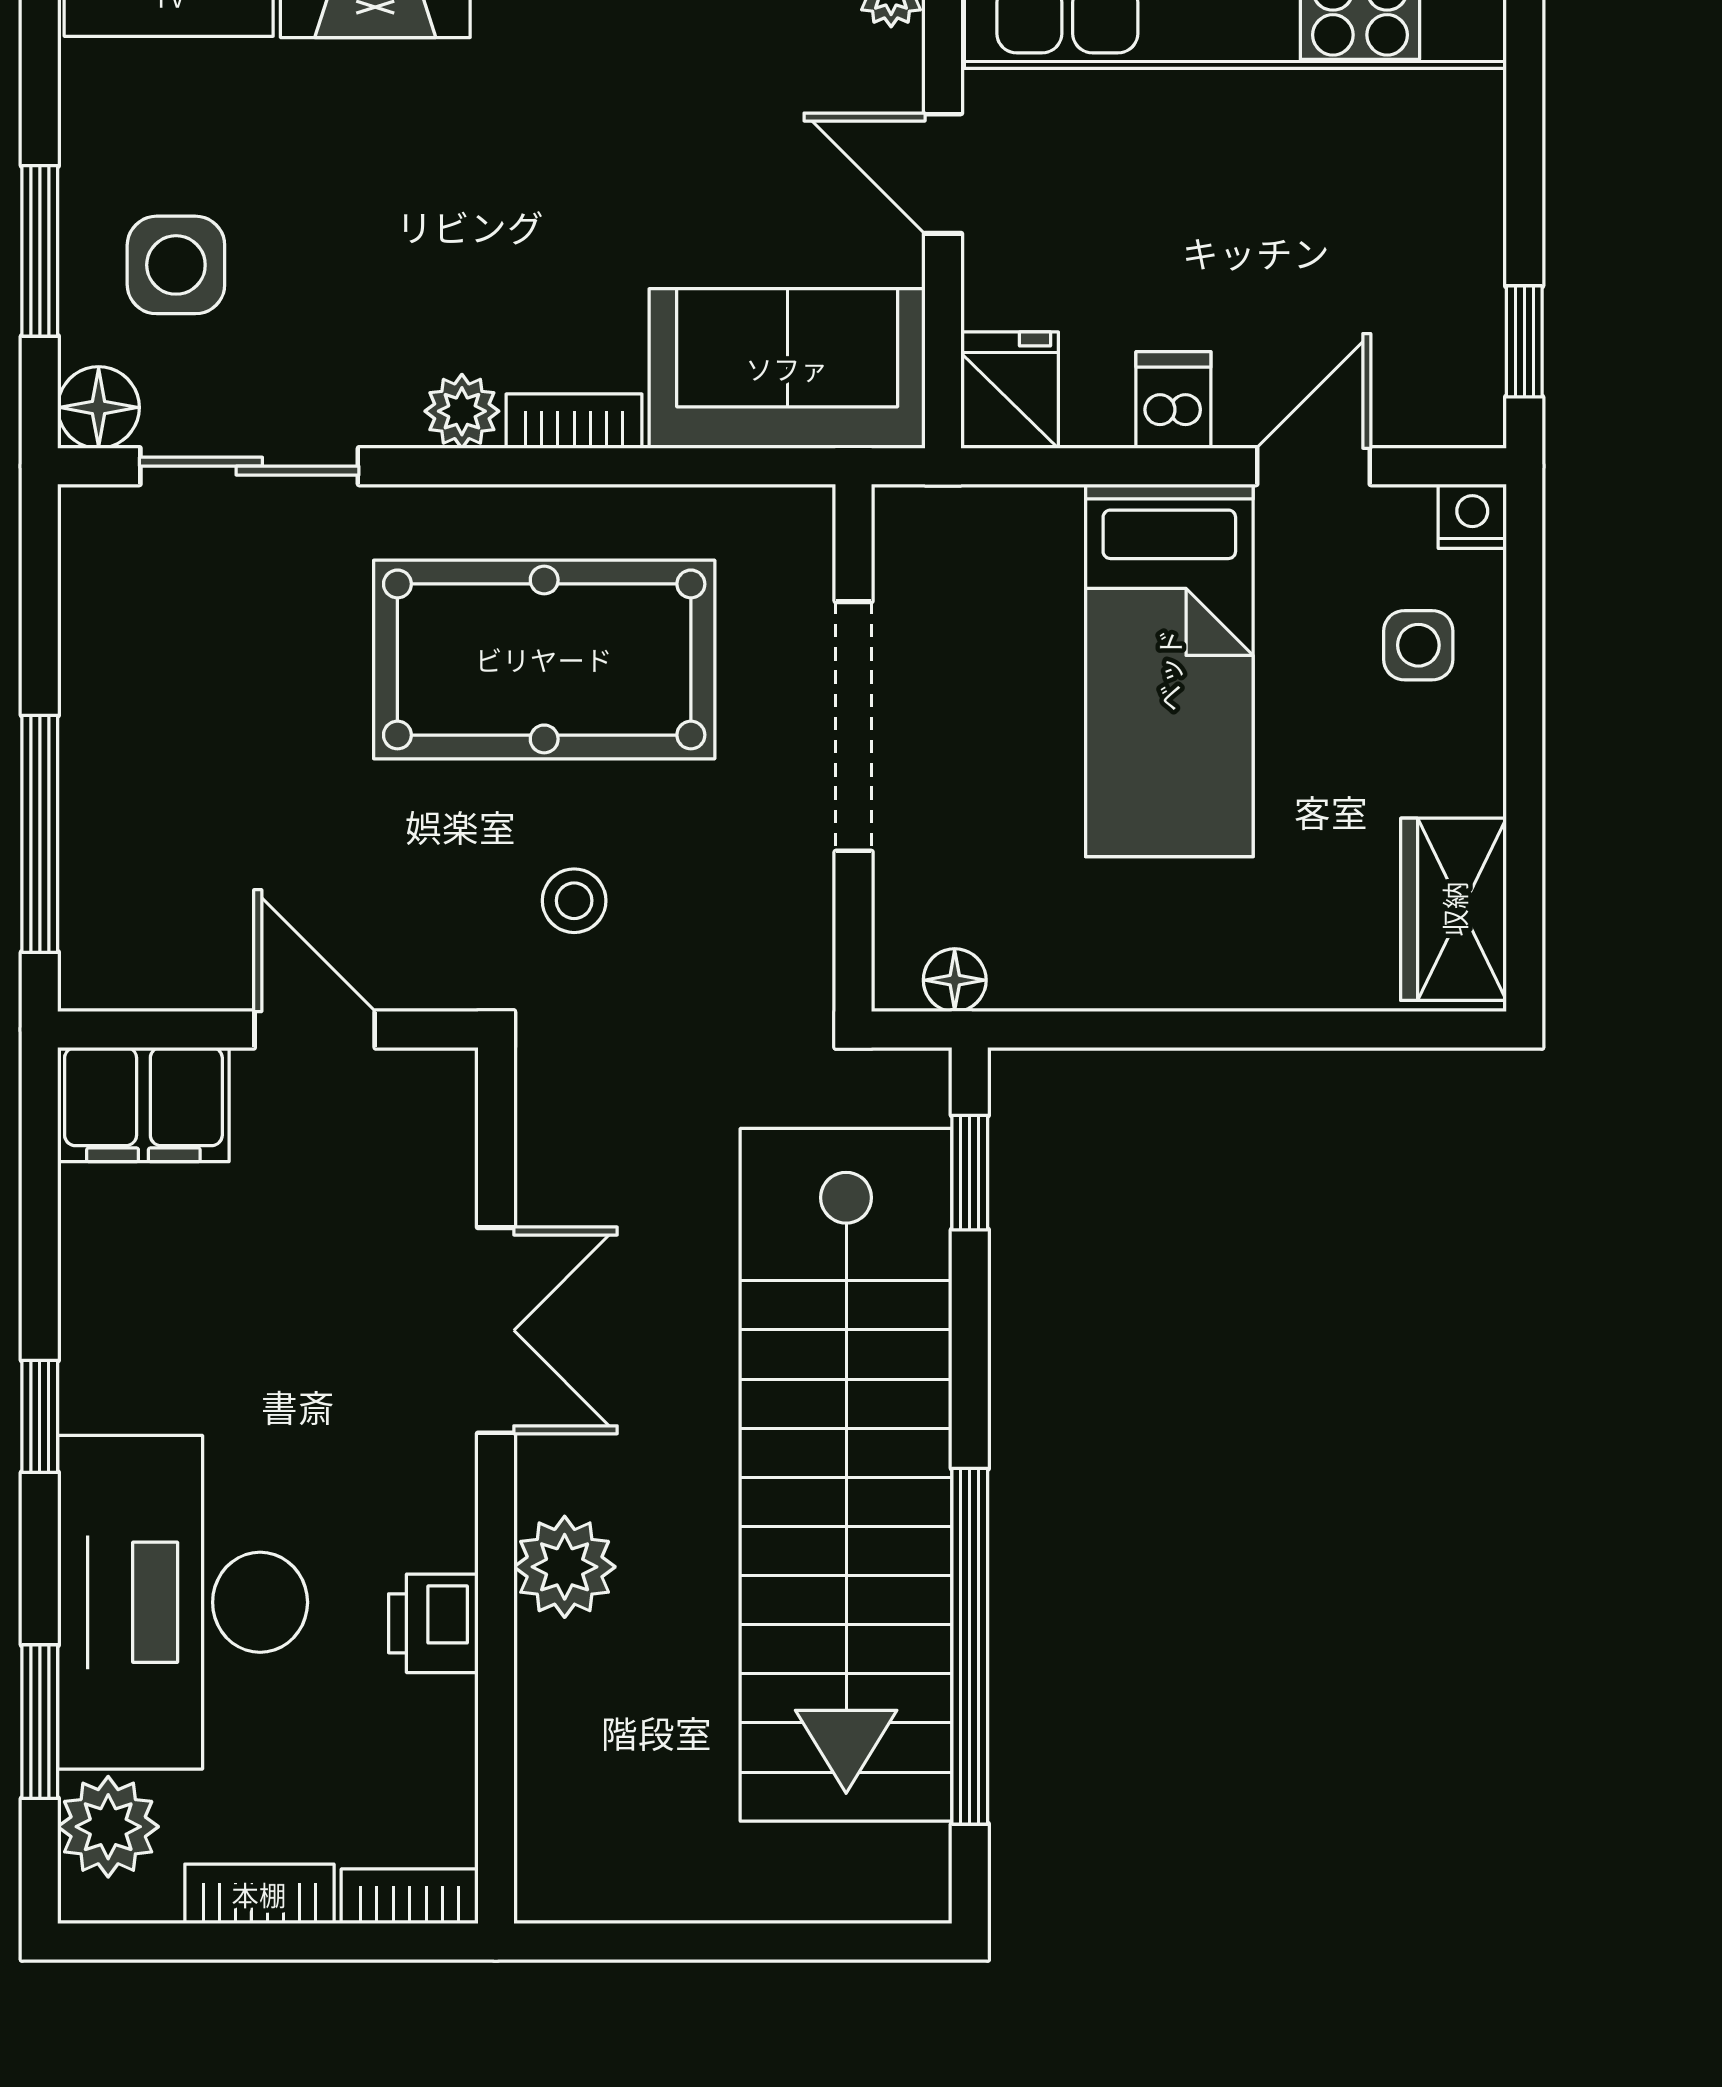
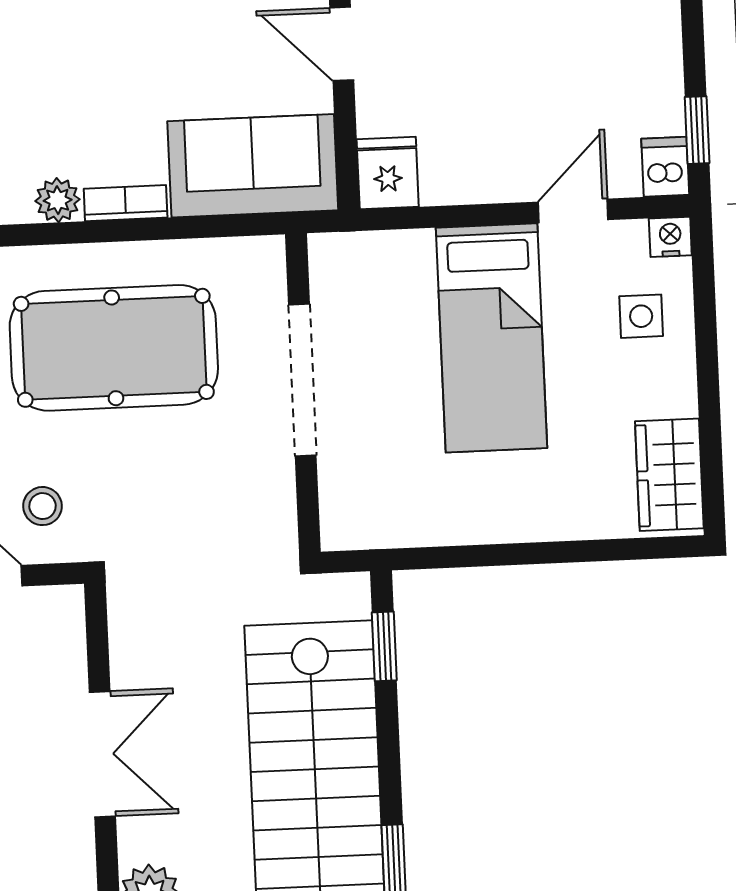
dishwasher: (1173, 400) -> (665, 167), moved
stool: (574, 901) -> (43, 506), moved
floor lamp: (955, 980) -> (370, 531), removed

